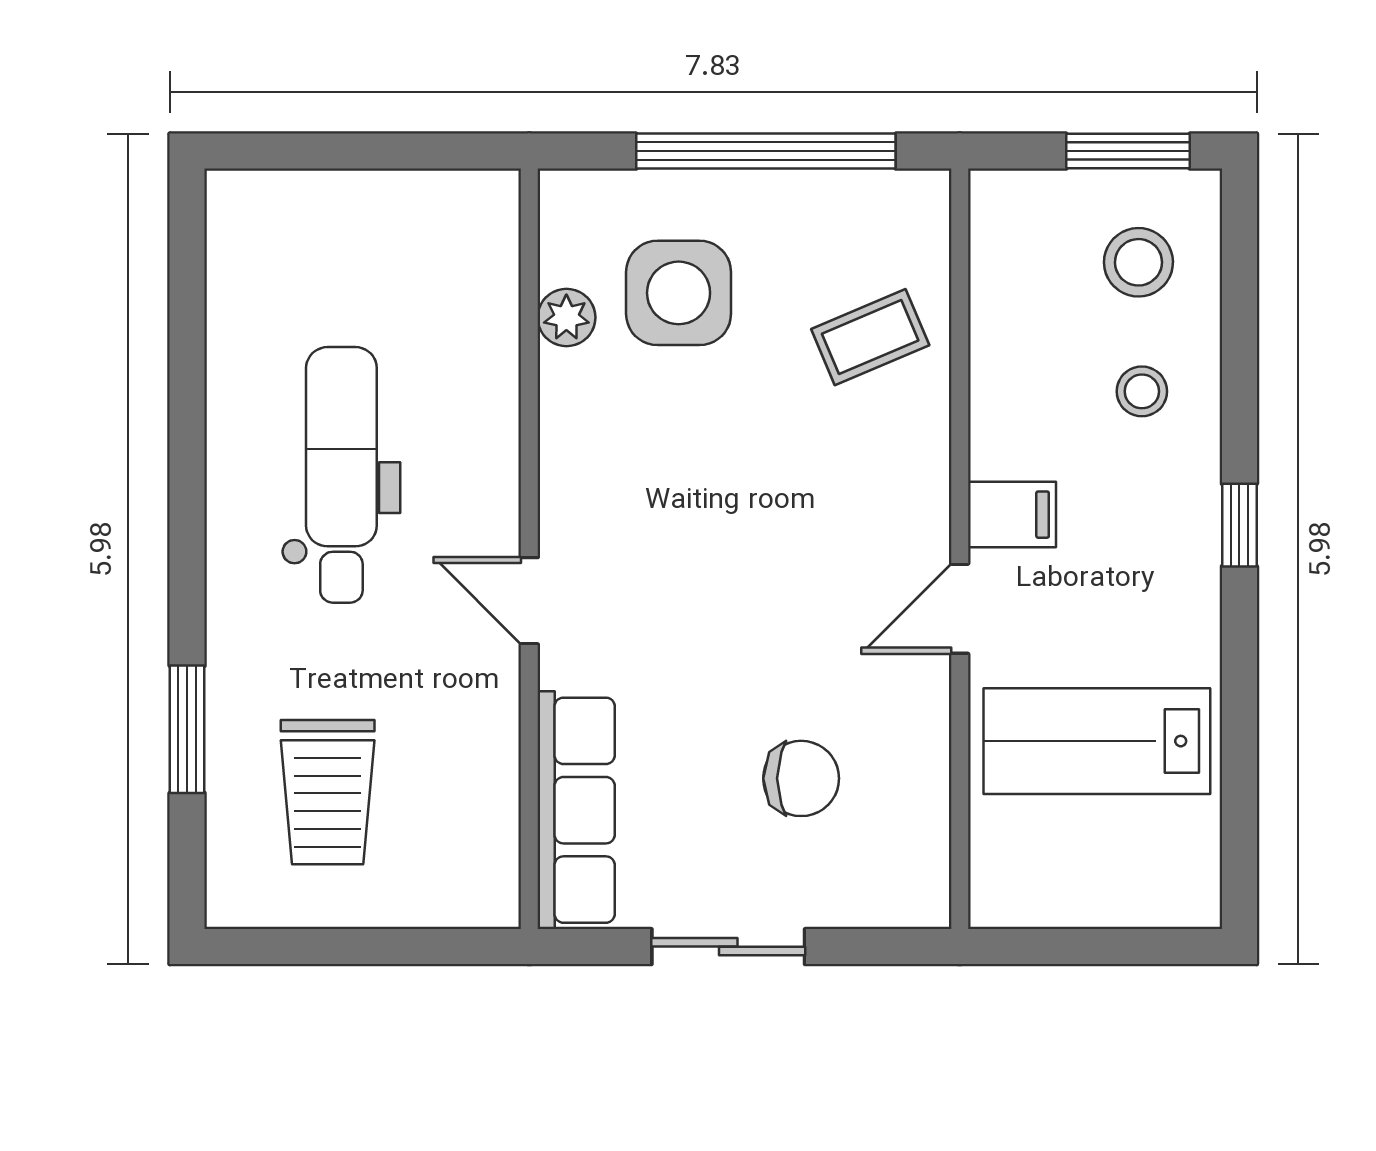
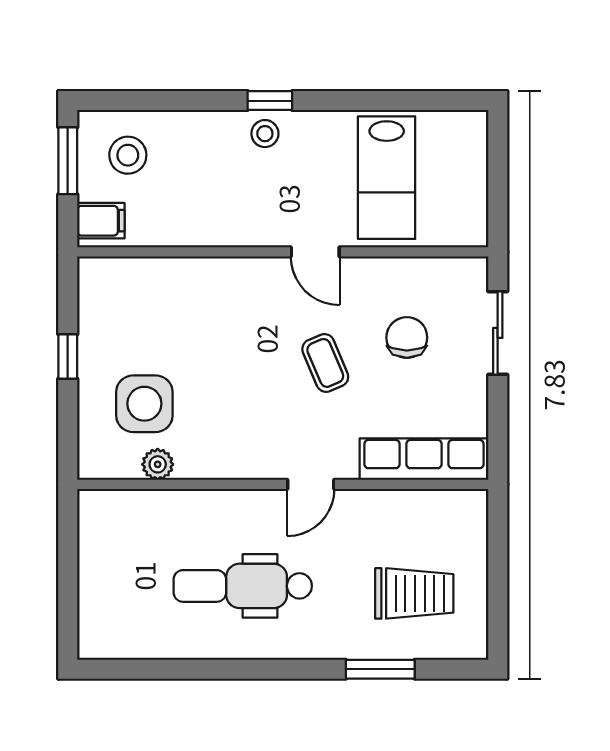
window: (766, 151) -> (68, 357), width x0.32
coffee table: (870, 337) -> (325, 363), moved
stool: (1142, 391) -> (265, 134), moved
filing cabinet: (1012, 515) -> (101, 221), moved, turned 90
sliding door: (728, 947) -> (498, 333), moved

